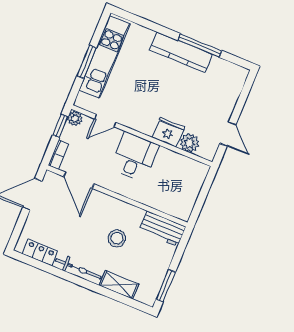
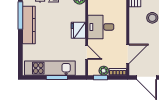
plant: (75, 118) -> (104, 71), moved
fridge: (168, 132) -> (78, 30), moved

